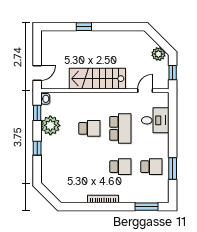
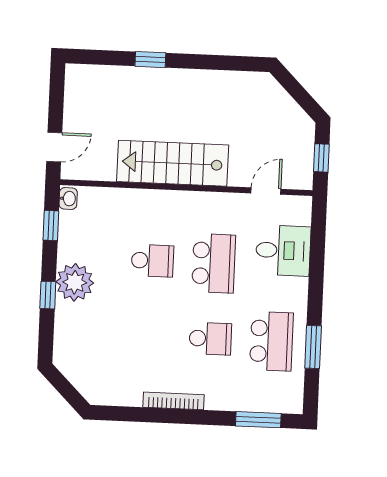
plant: (158, 54) -> (295, 120), removed
plant: (50, 125) -> (75, 282), moved
school desk: (151, 167) -> (271, 341), width x1.85

